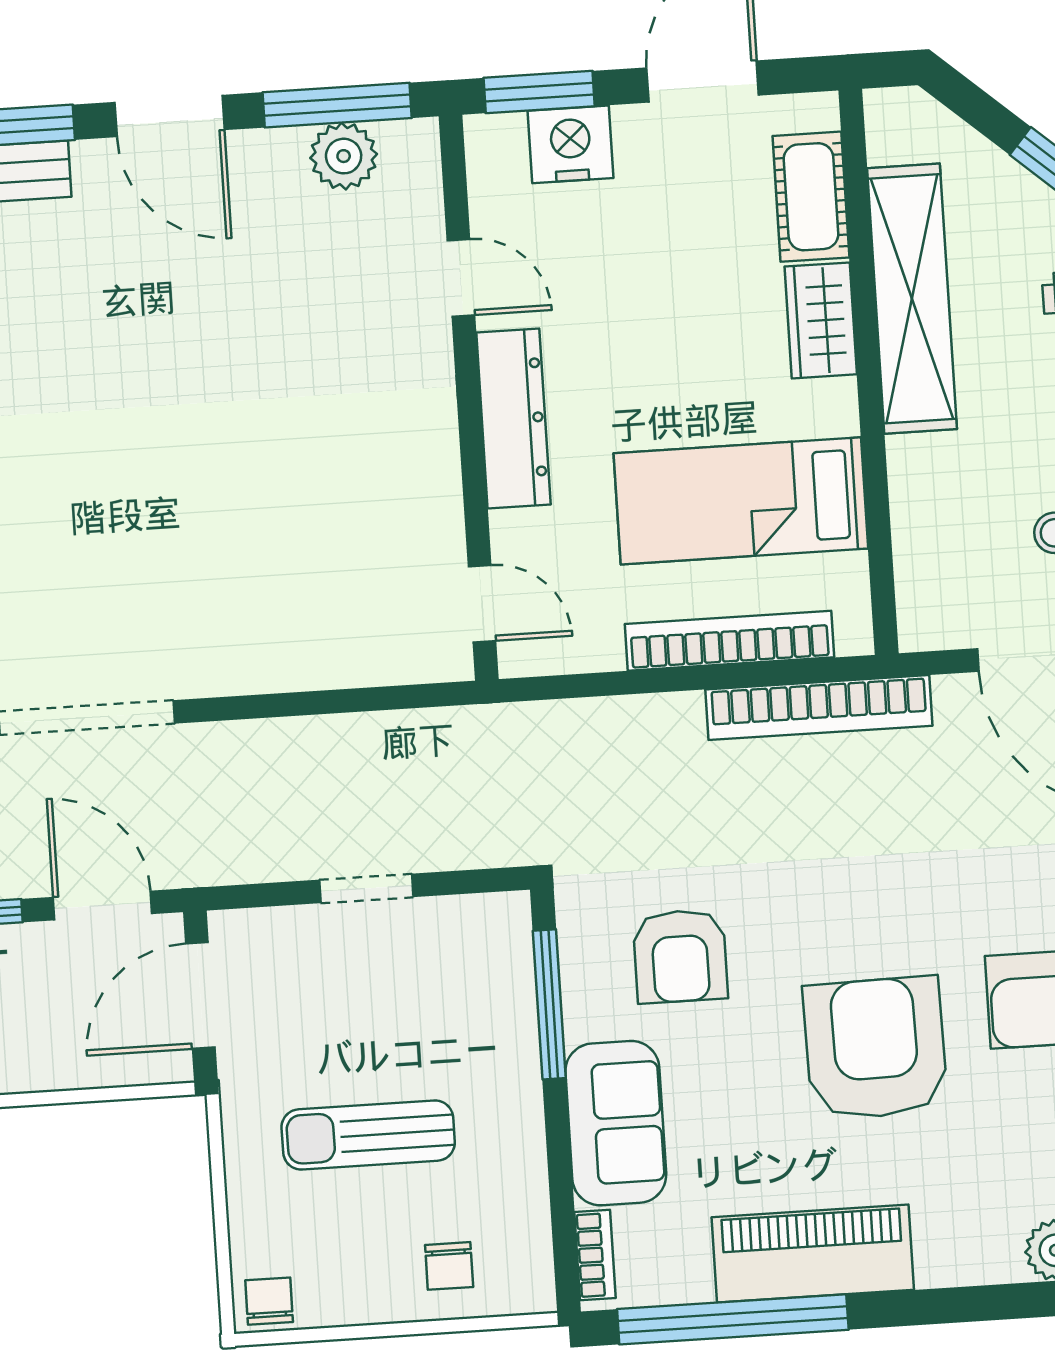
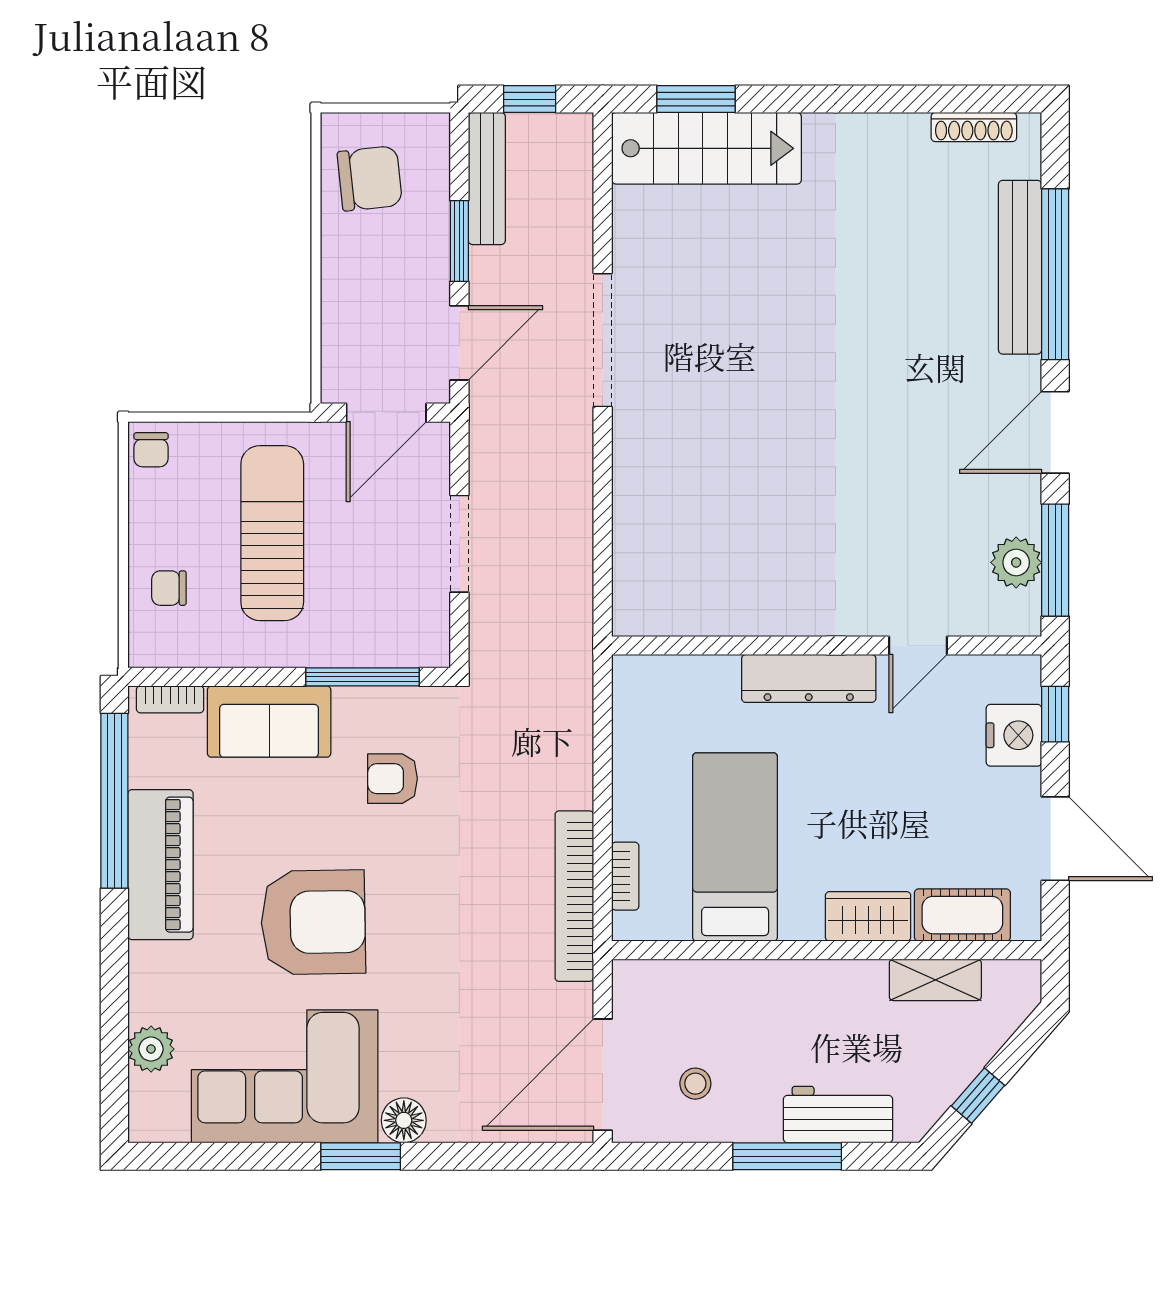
window: (539, 92) -> (1055, 714), width x0.67
shelving: (912, 299) -> (935, 980), width x0.45, depth x0.75
door: (482, 604) -> (670, 646), removed
bookcase: (729, 641) -> (625, 876), width x0.43, depth x0.76
doorway: (366, 888) -> (459, 544), width x1.38
armchair: (680, 956) -> (393, 779), width x0.72, depth x0.72
door: (200, 996) -> (386, 413), swing flipped
sun lounger: (368, 1135) -> (272, 533), width x1.36, depth x1.34
chair: (269, 1301) -> (151, 450), turned 90

